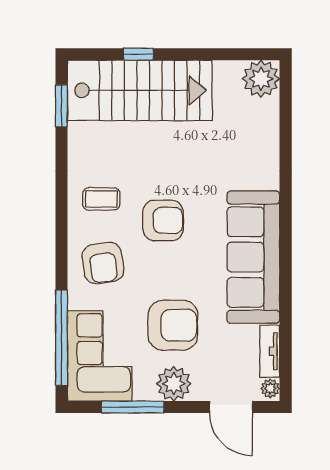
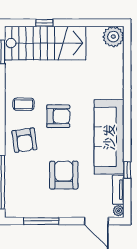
window: (286, 316) -> (127, 170), added
armchair: (173, 325) -> (64, 175), turned -90
corner sofa: (100, 356) -> (23, 192), removed
plant: (174, 384) -> (64, 208), removed

